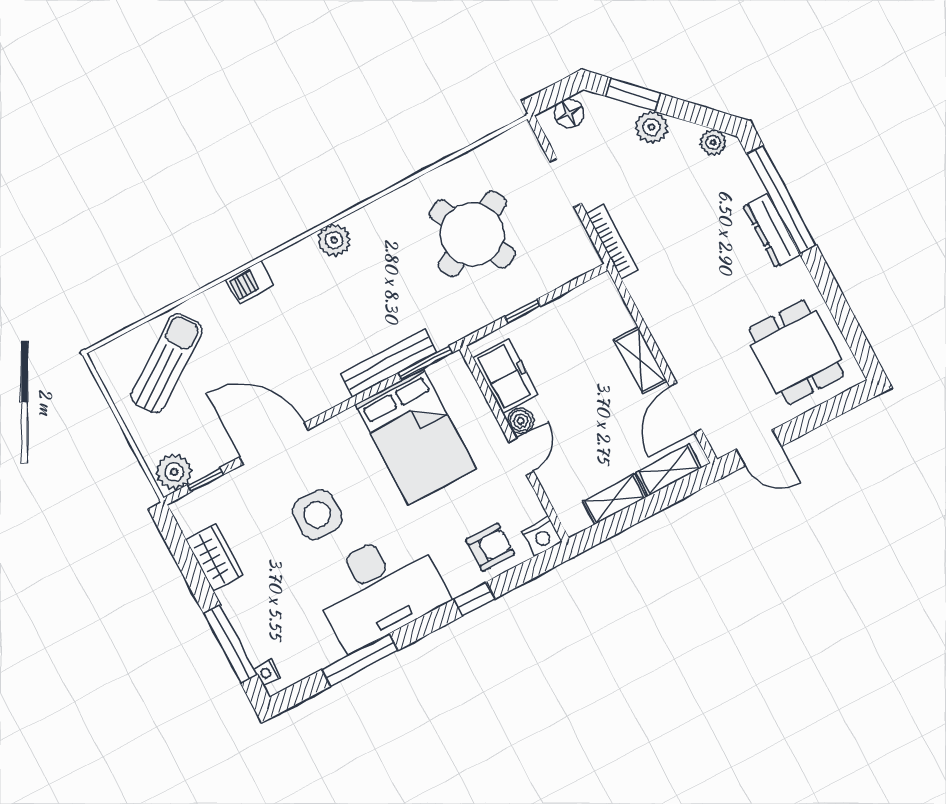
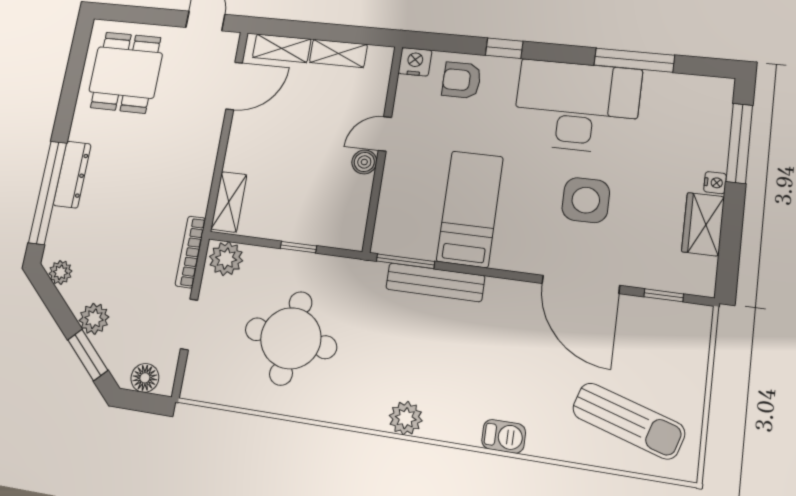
round table: (472, 234) -> (291, 338), turned 33
shelving: (640, 360) -> (229, 202), moved
sun lounger: (166, 363) -> (628, 421), turned -128
freezer: (506, 376) -> (350, 205), removed
bed: (416, 437) -> (470, 209), width x0.67
plant: (174, 472) -> (226, 259), moved
nightstand: (267, 672) -> (715, 183), moved

